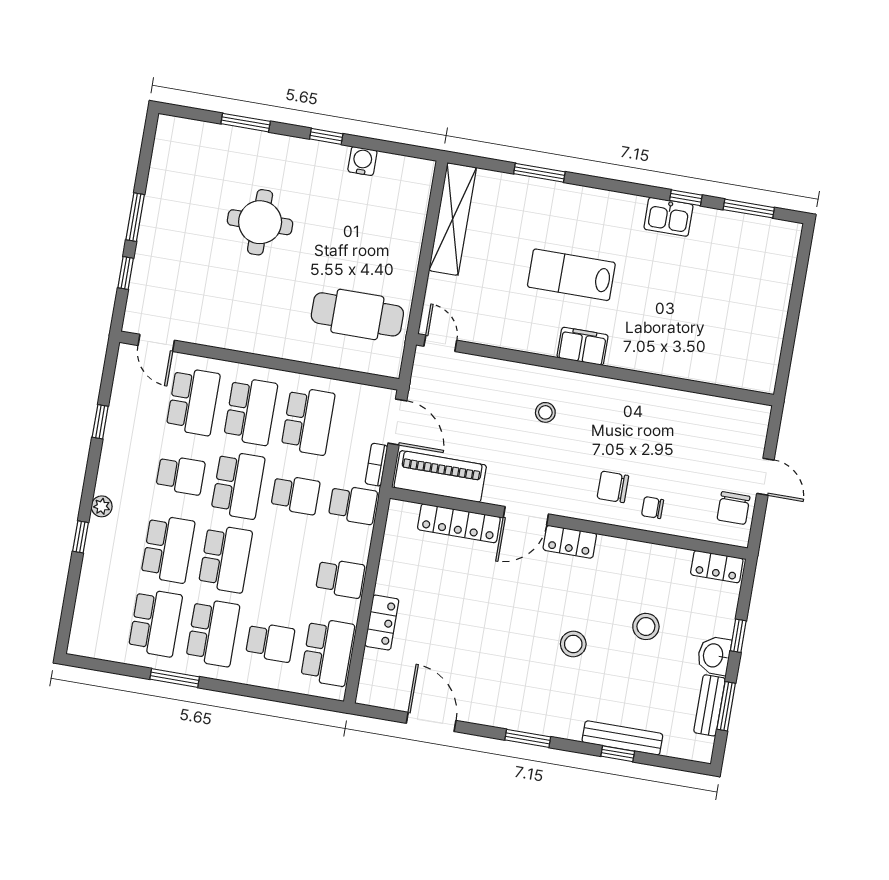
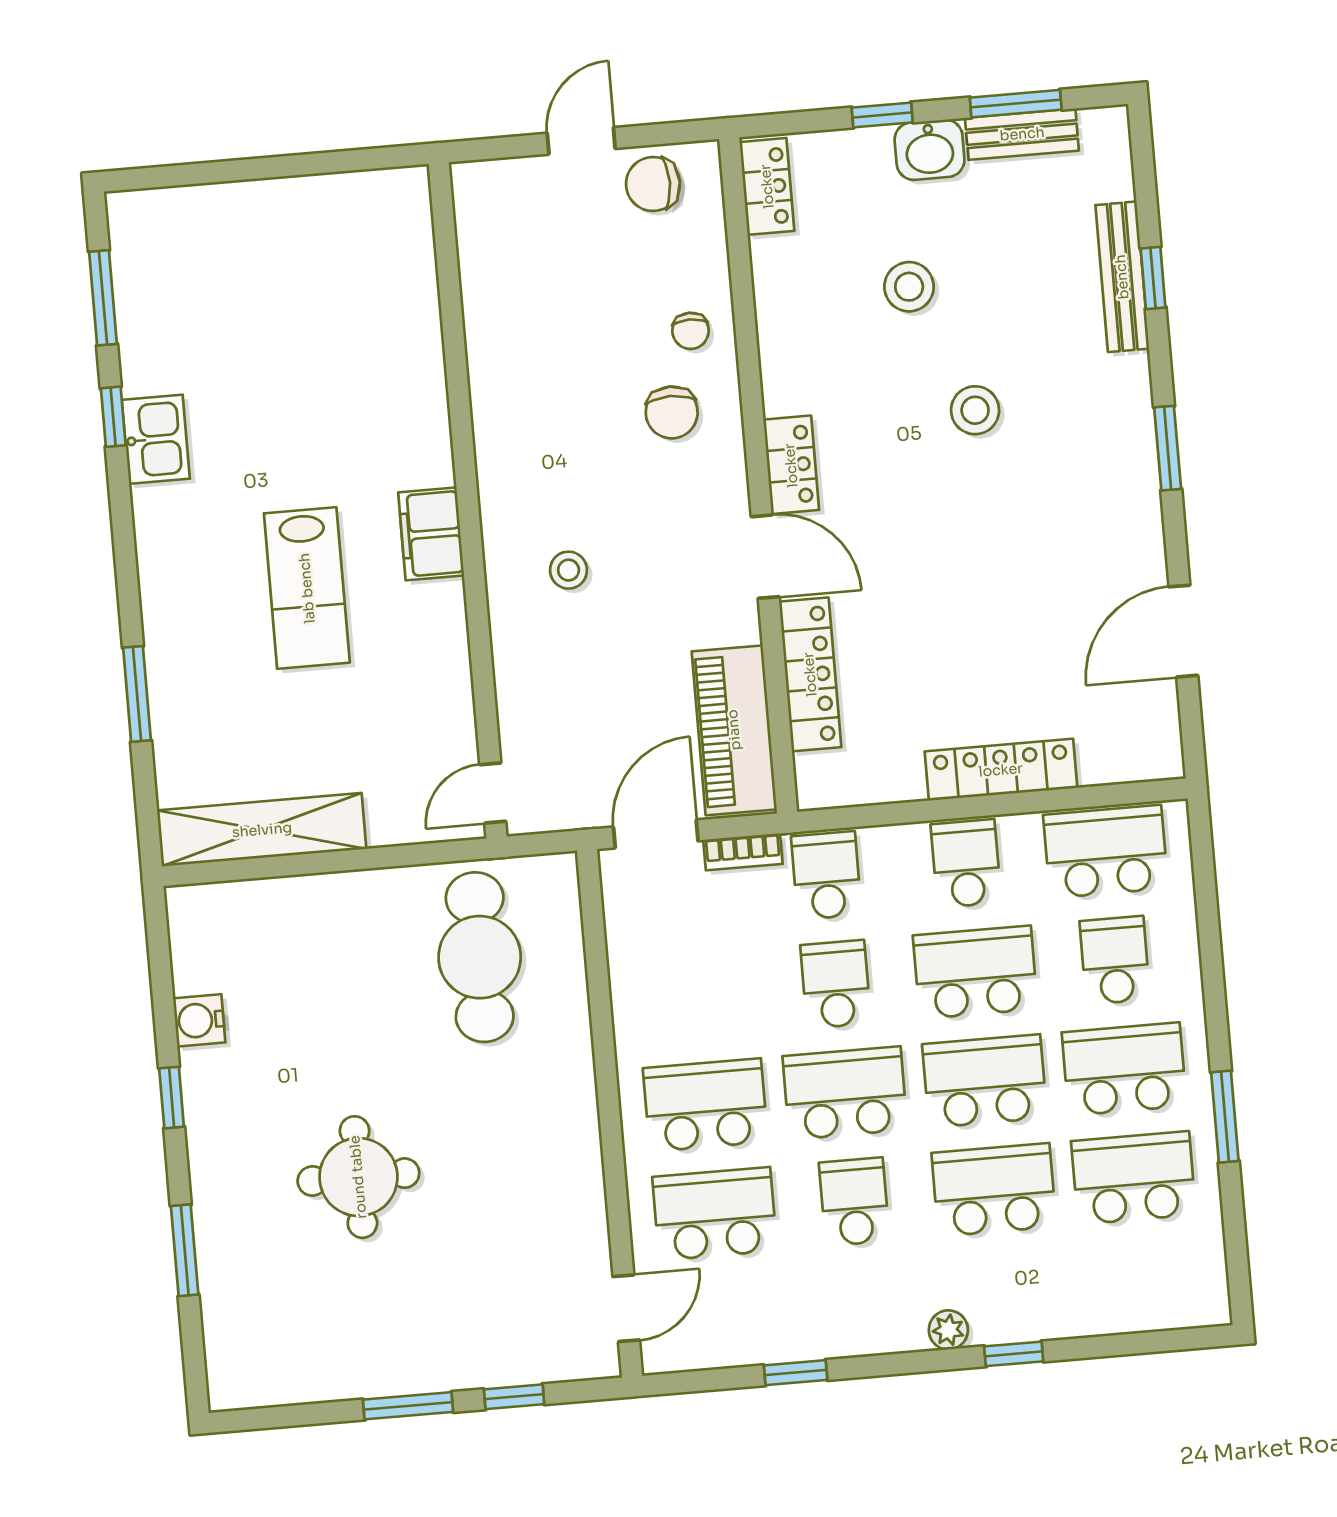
school desk: (308, 421) -> (975, 972), moved
chair: (733, 508) -> (653, 184), turned 180
locker: (382, 623) -> (1001, 770), width x1.53

